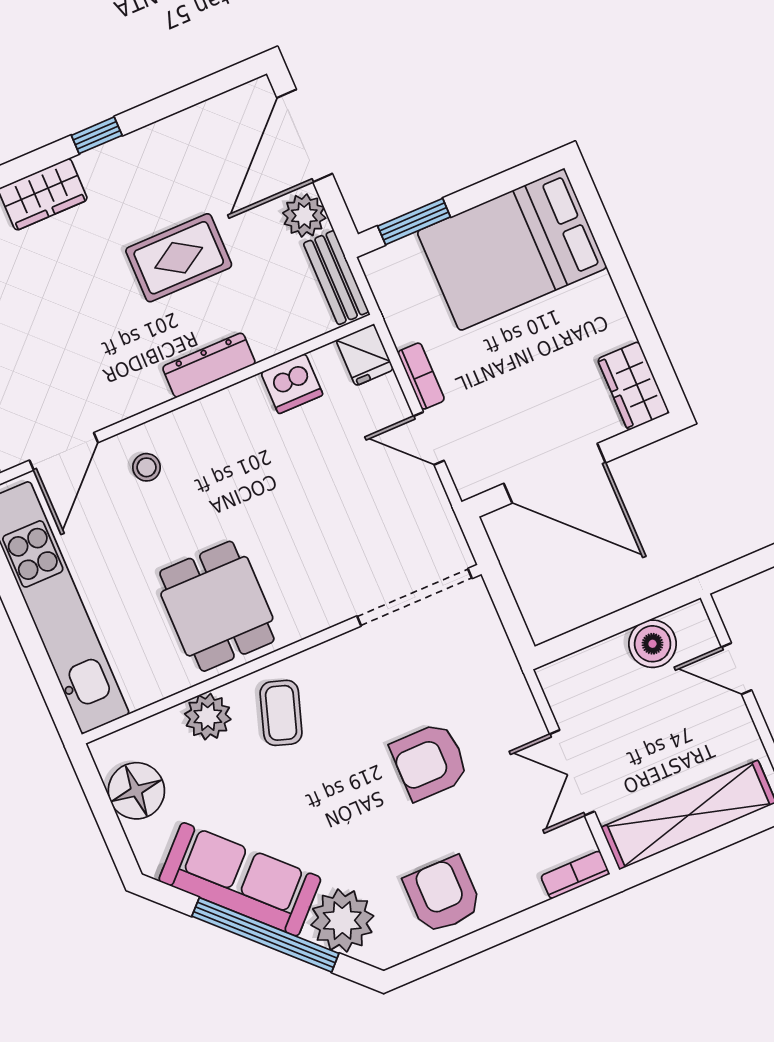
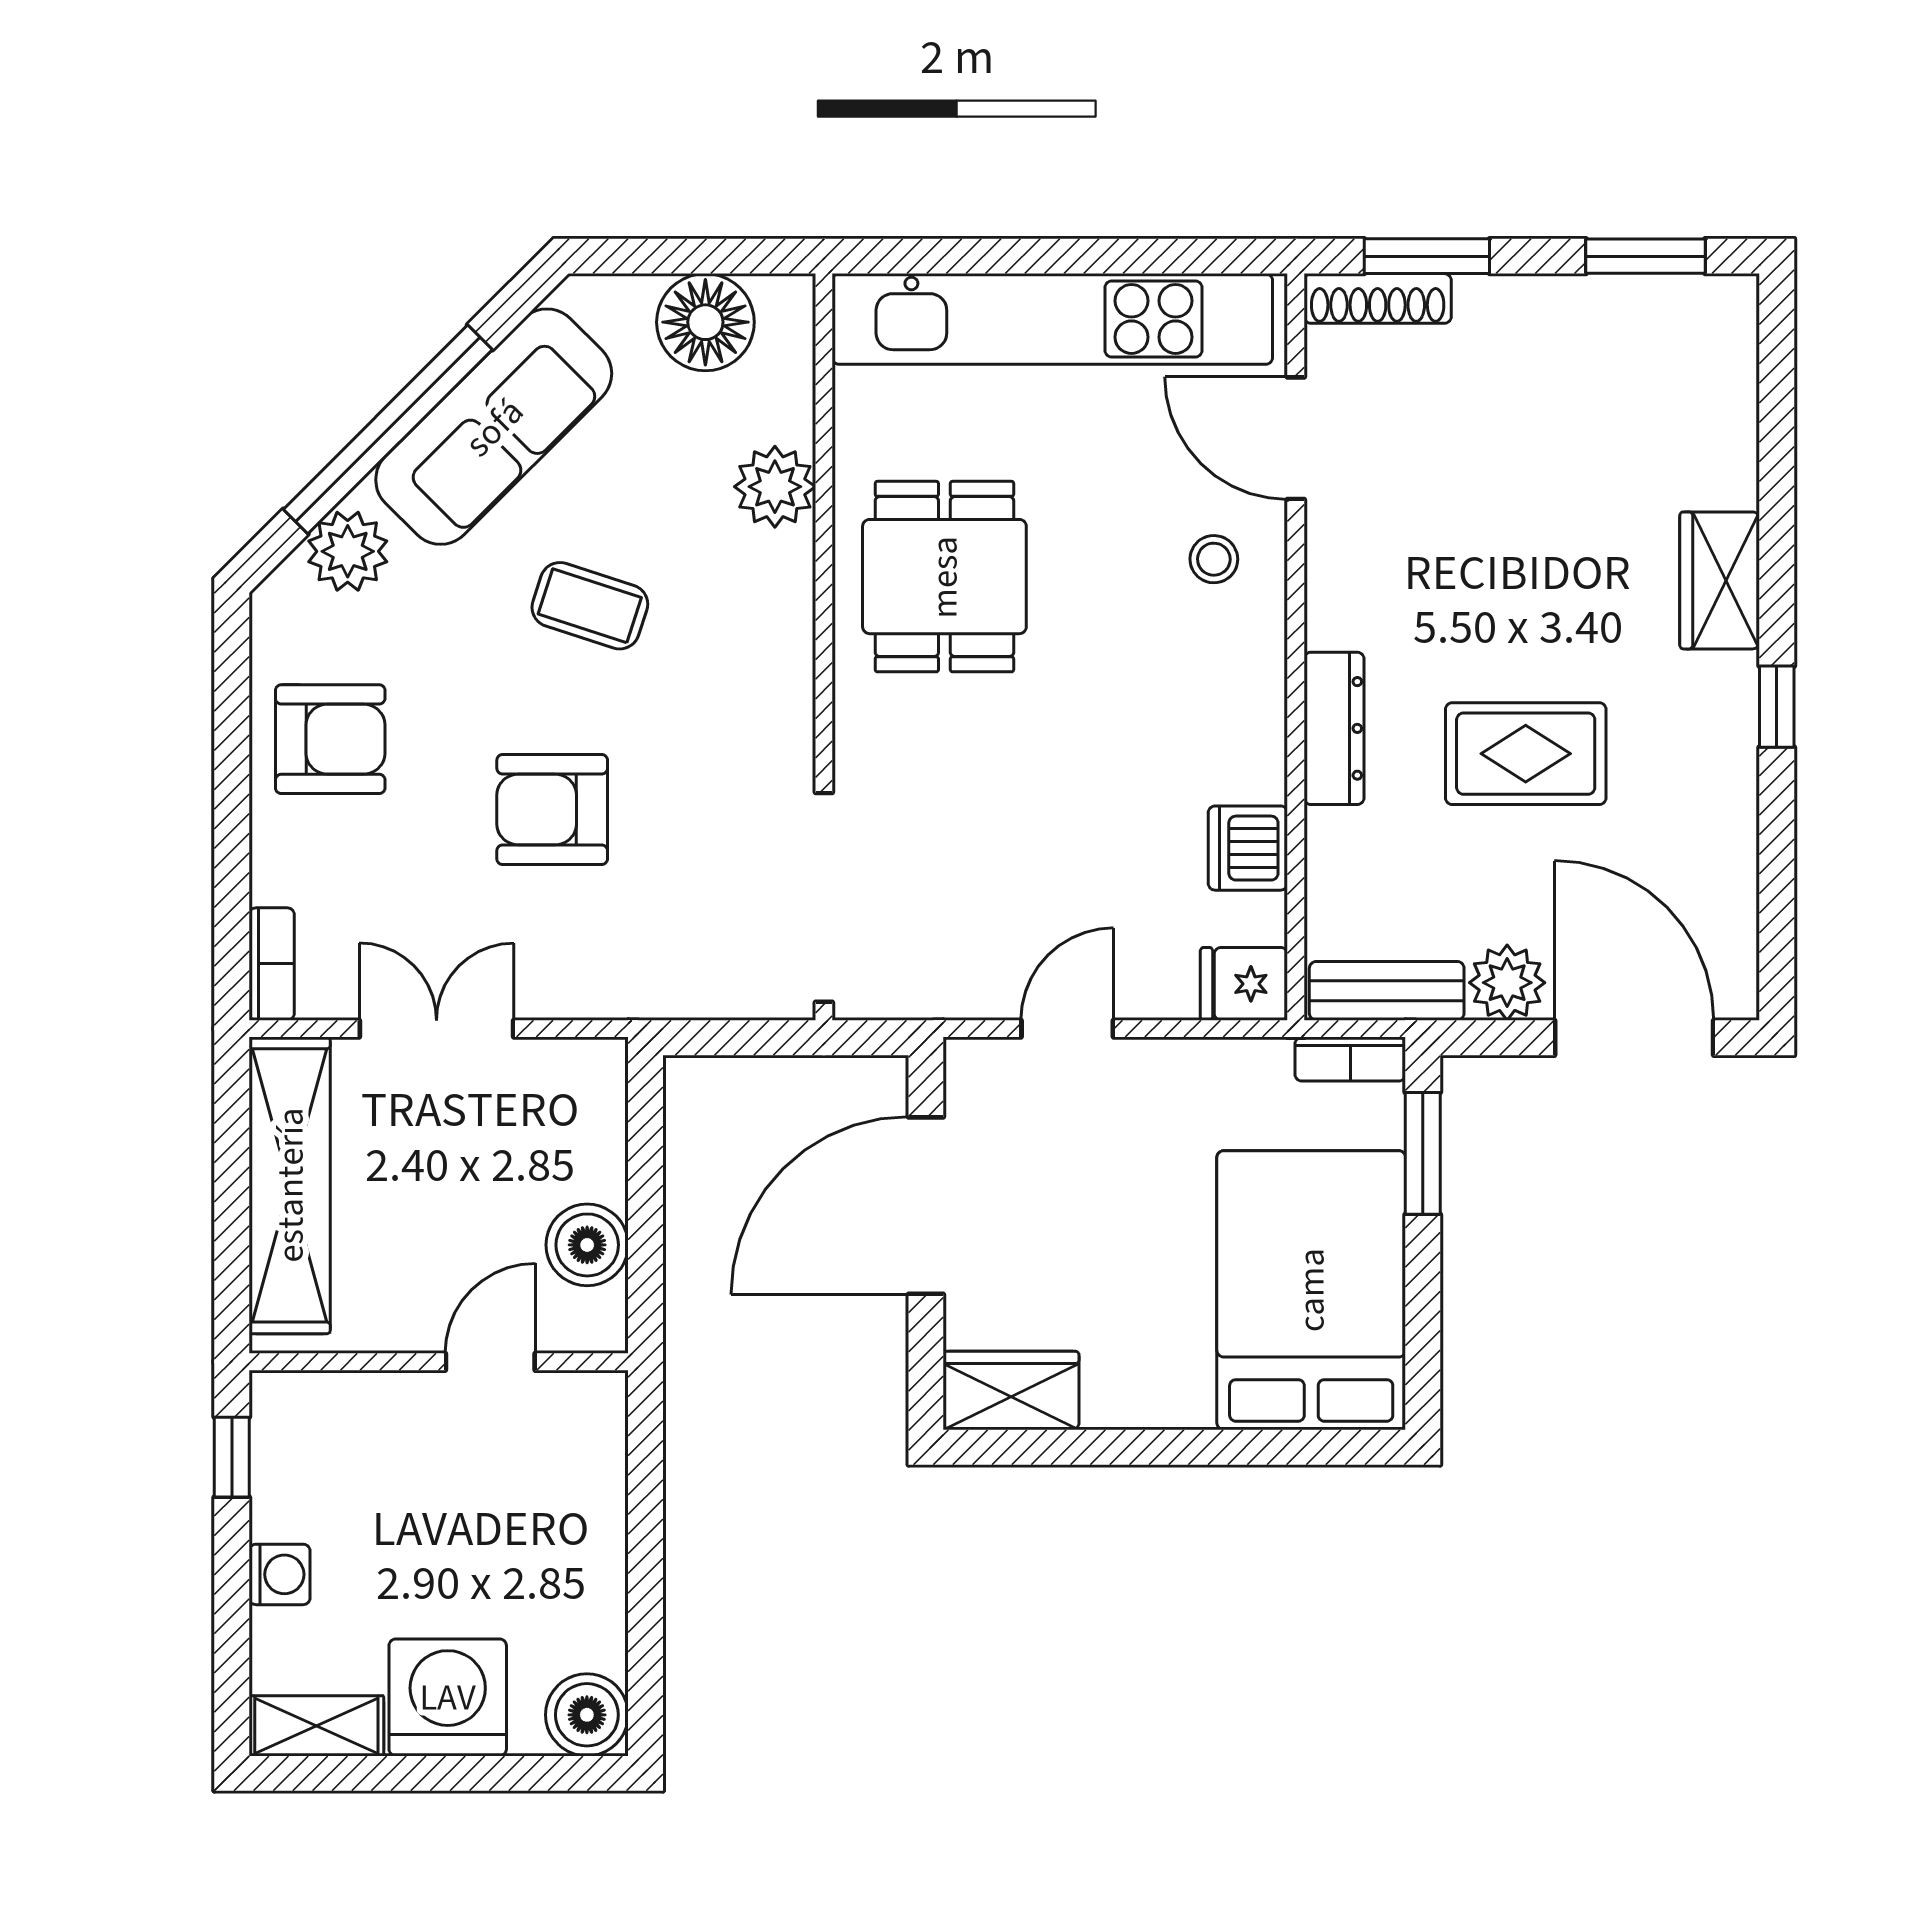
rug: (179, 258) -> (1526, 754), turned 90
bookcase: (421, 376) -> (1350, 1059), moved
dining table: (217, 606) -> (944, 577), turned 90
coffee table: (281, 713) -> (590, 606), moved
armchair: (430, 761) -> (552, 810), turned -90
plant: (342, 920) -> (348, 551), width x0.73, depth x0.73

